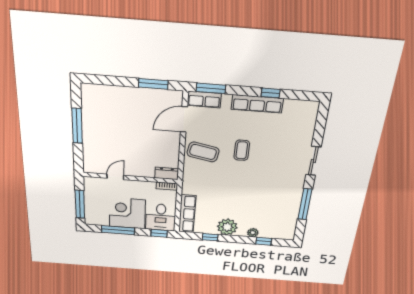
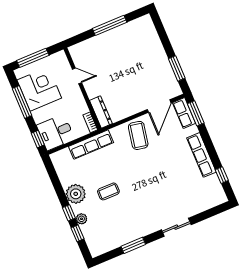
window: (271, 93) -> (222, 175), moved
door: (184, 119) -> (159, 106), swing flipped
coffee table: (242, 150) -> (108, 191), moved
dresser: (167, 173) -> (101, 112), width x1.44
window: (305, 204) -> (133, 245), width x0.69
corner desk: (127, 213) -> (39, 89), moved
row of seats: (187, 214) -> (91, 145), moved
window: (210, 237) -> (69, 213), moved

